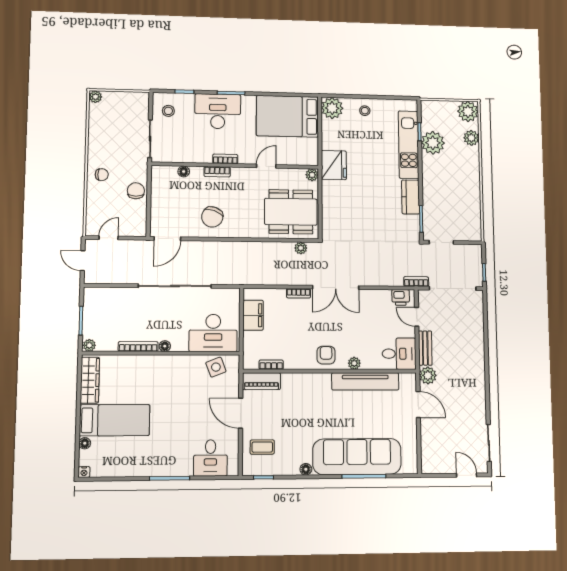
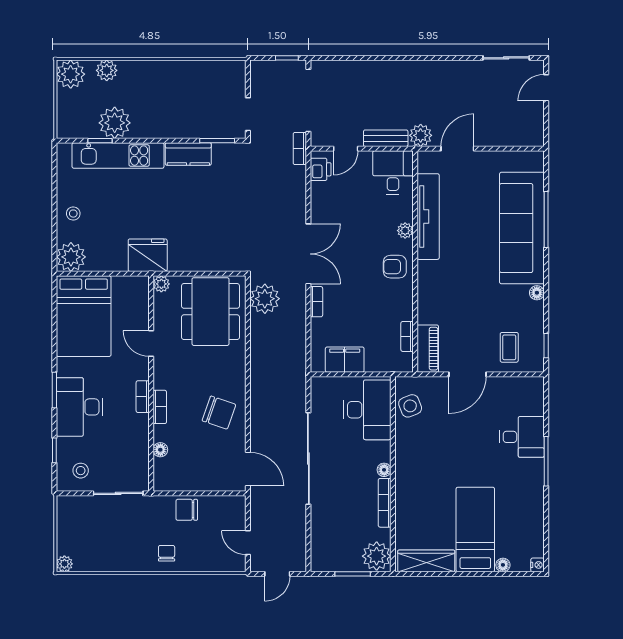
plant: (301, 248) -> (265, 299), width x1.87, depth x1.87
plant: (89, 345) -> (377, 556), width x1.88, depth x1.88
desk: (210, 458) -> (522, 437), moved

